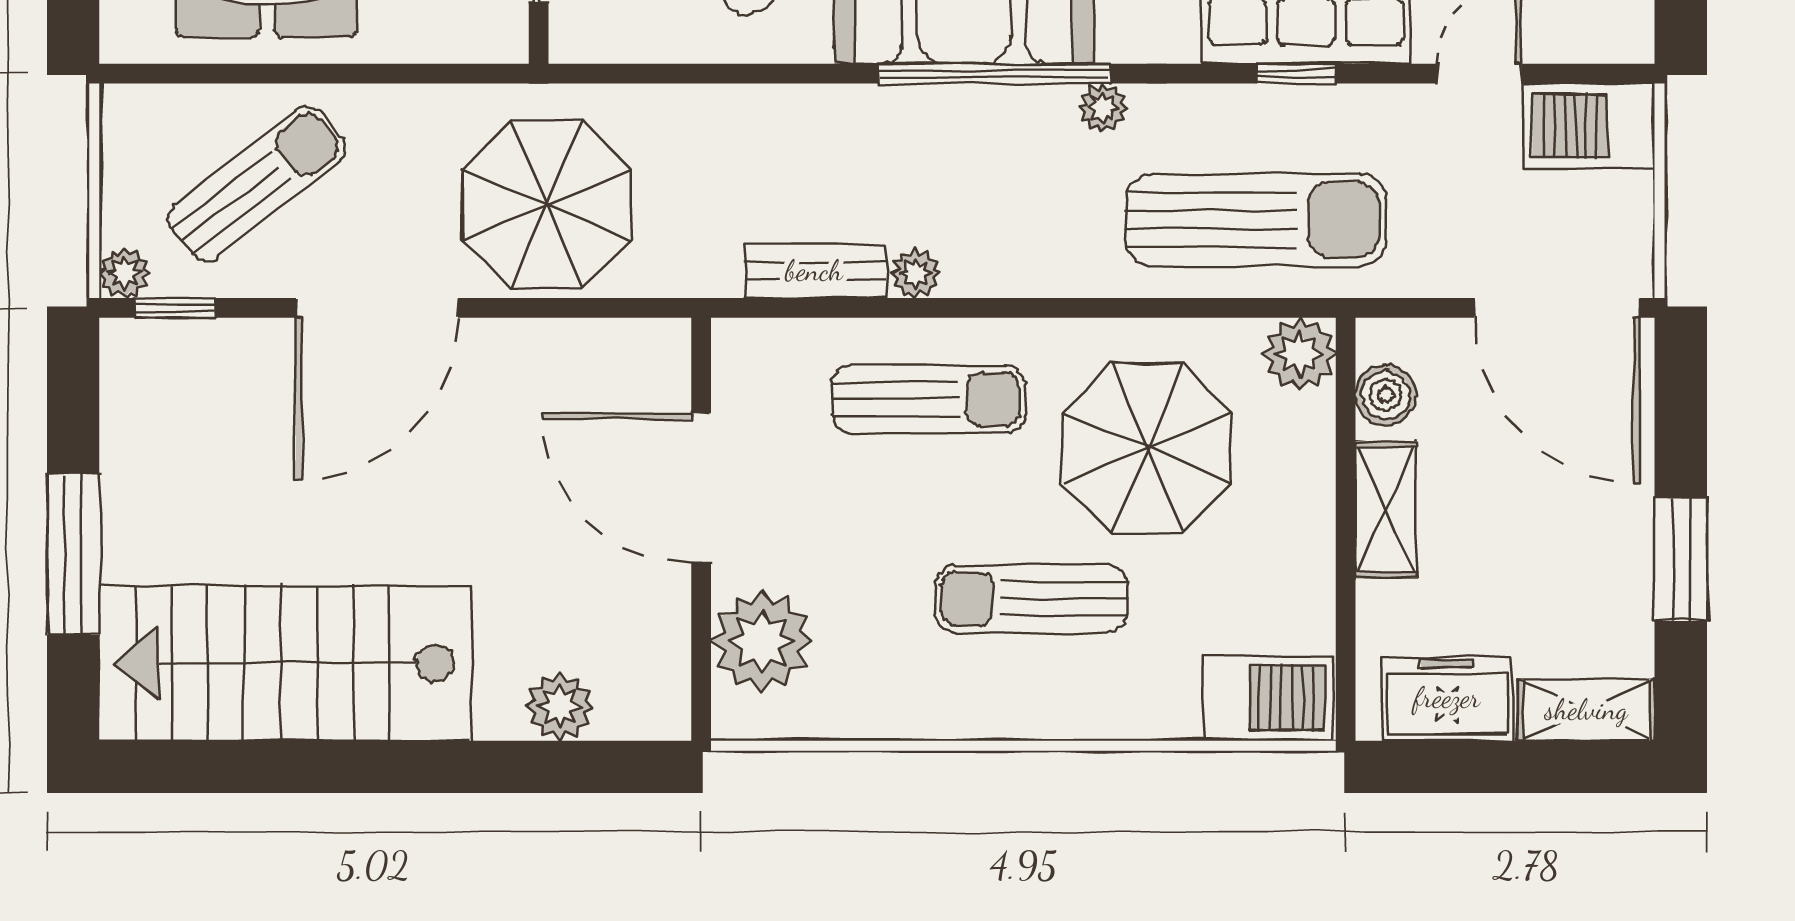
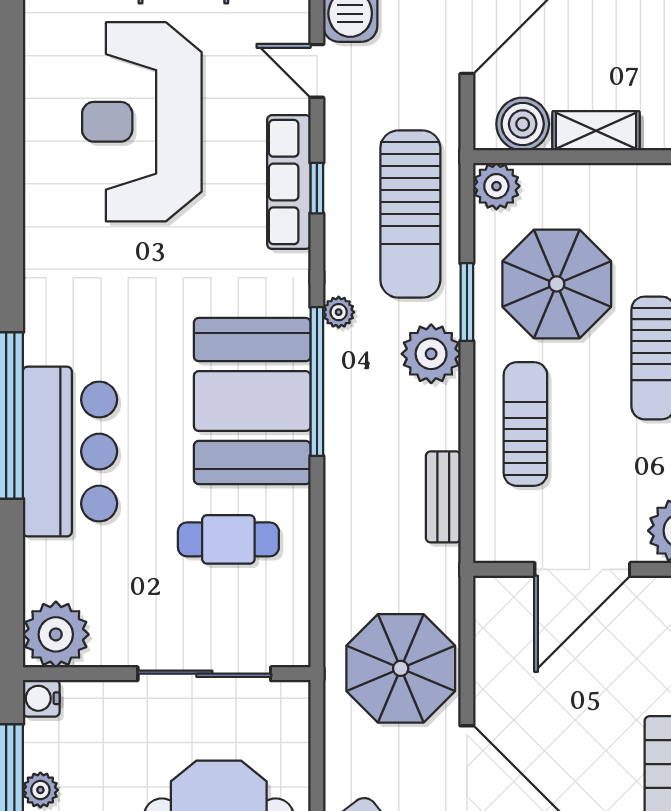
sun lounger: (1256, 220) -> (410, 214), turned 180
plant: (915, 274) -> (431, 354), moved, width x1.88, depth x1.88
window: (1119, 308) -> (467, 302), added
boiler: (1386, 395) -> (523, 124), width x1.36, depth x1.36

